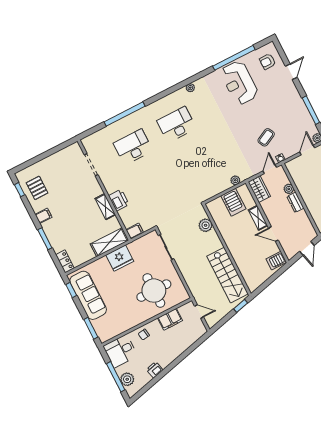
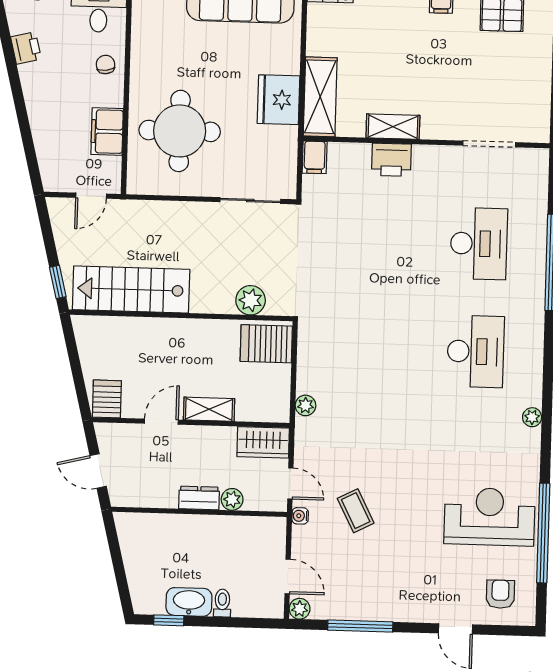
server rack: (233, 202) -> (266, 344), moved

